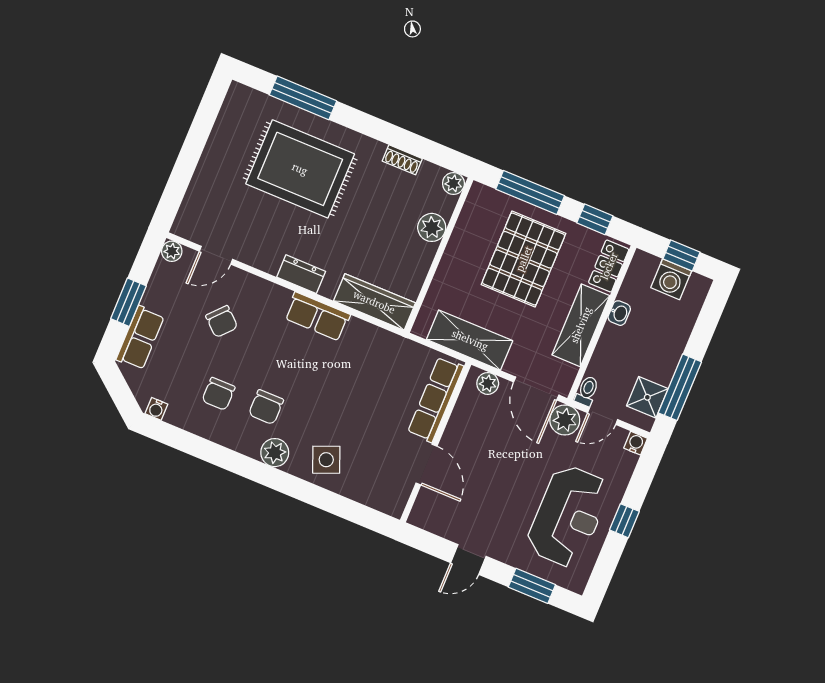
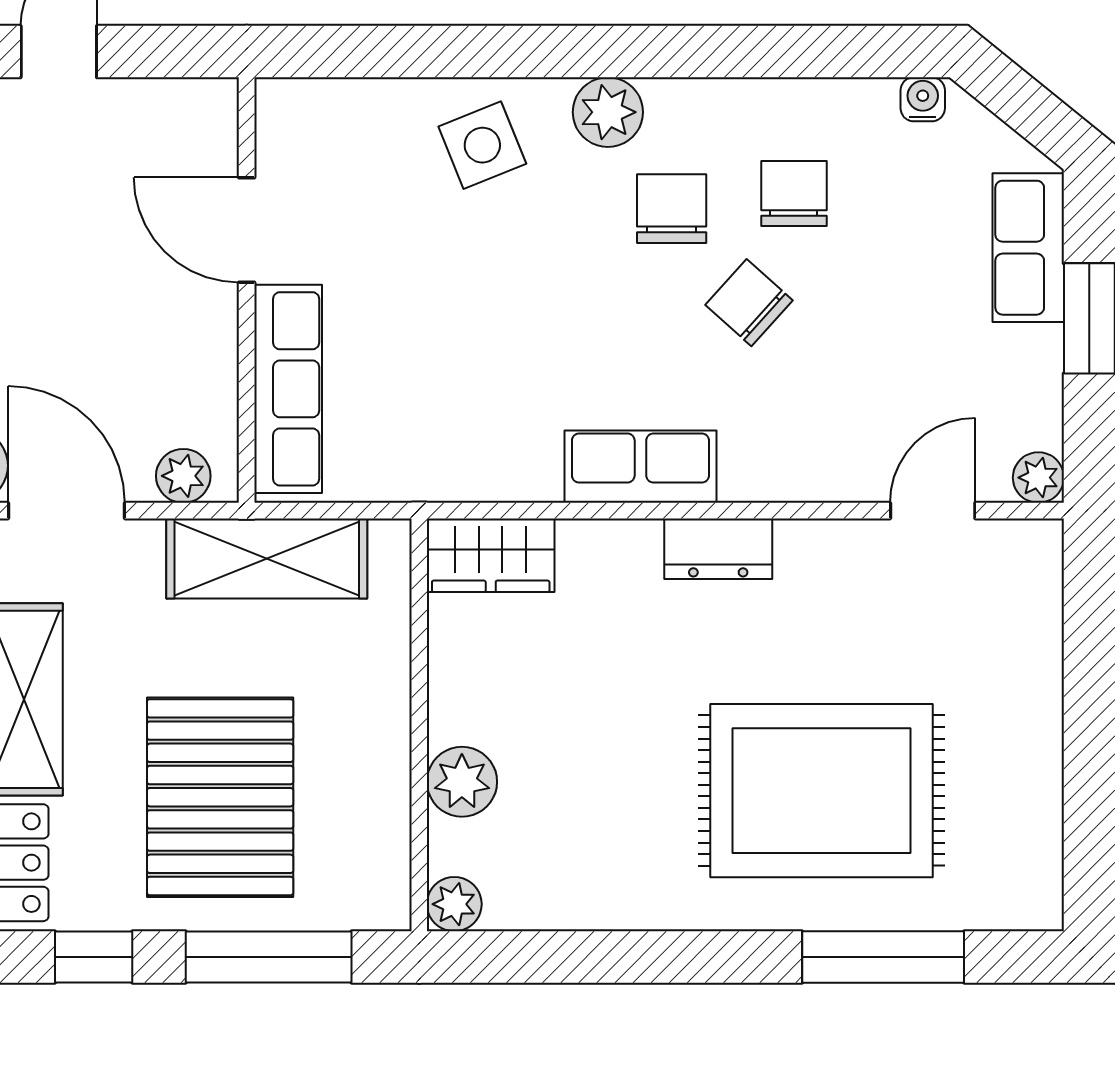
shoe rack: (402, 160) -> (595, 909), removed
wardrobe: (374, 302) -> (491, 555), width x0.67
chair: (222, 321) -> (749, 303), moved

